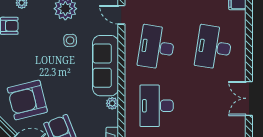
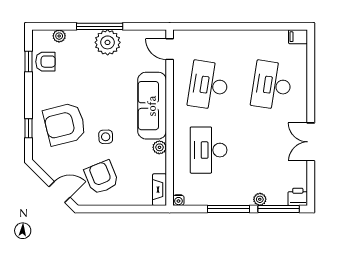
side table: (70, 40) -> (106, 137), moved
armchair: (27, 100) -> (65, 124), moved

